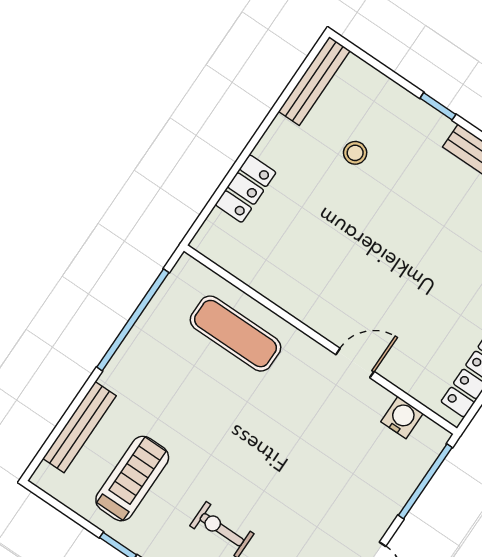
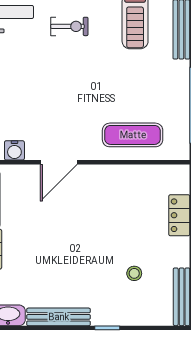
door: (355, 363) -> (59, 162), width x1.38

